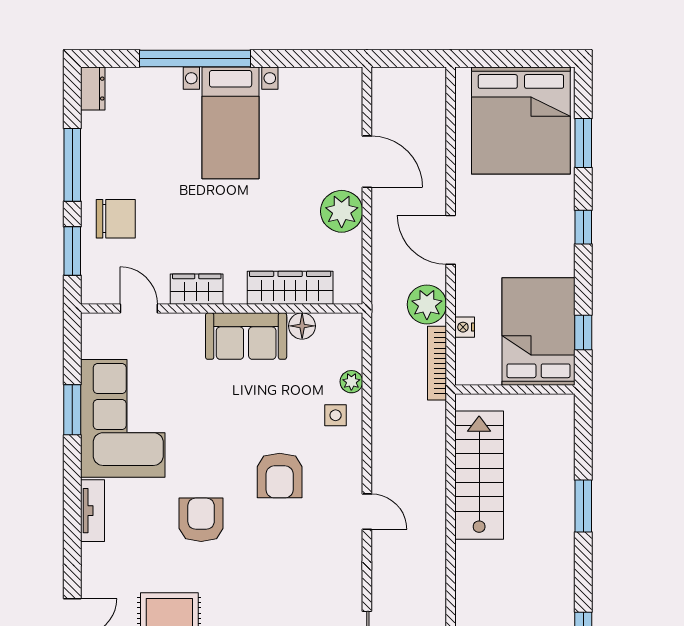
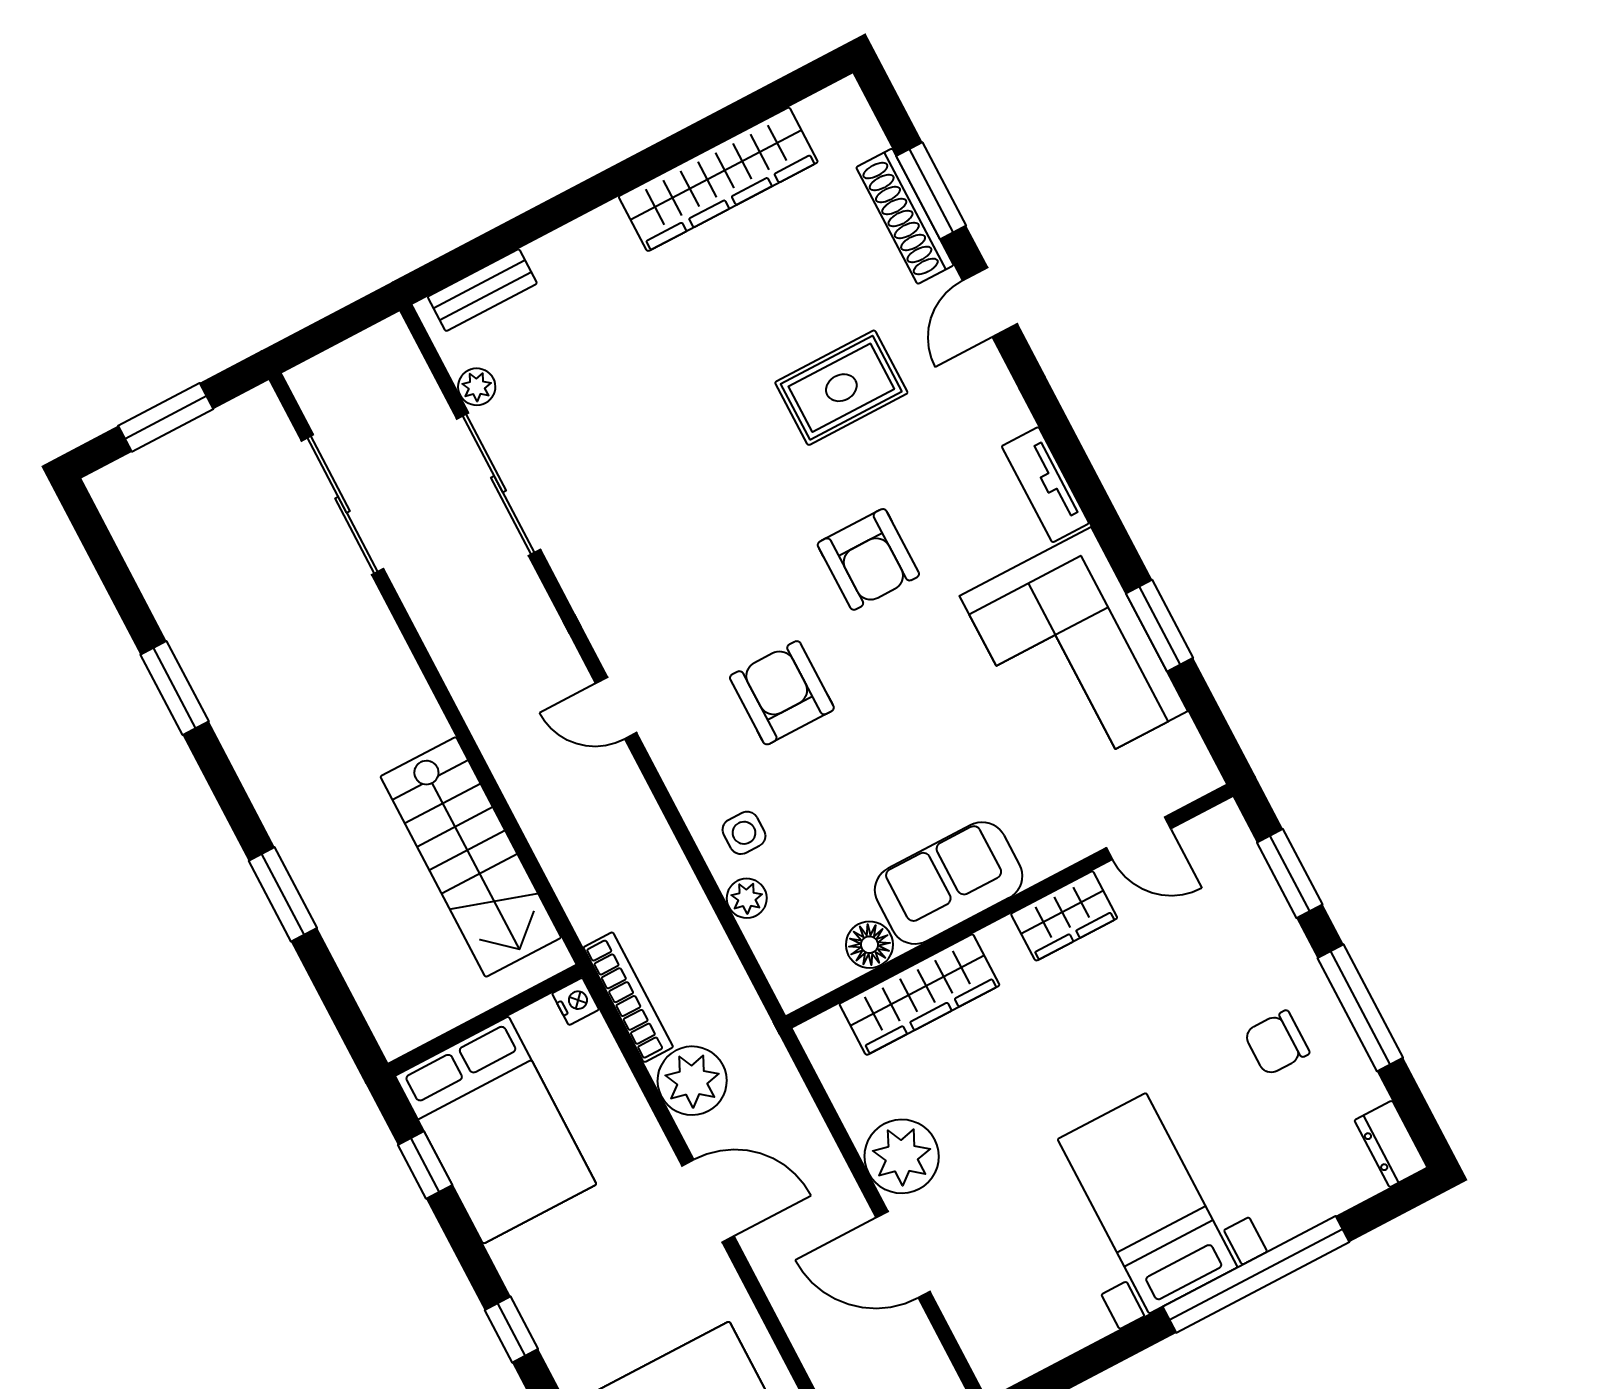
chair: (116, 219) -> (1277, 1043), moved, width x0.73, depth x0.73
nightstand: (465, 327) -> (576, 1001), moved

